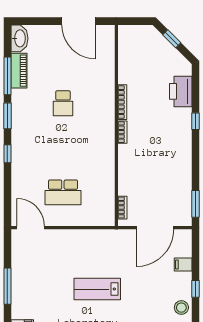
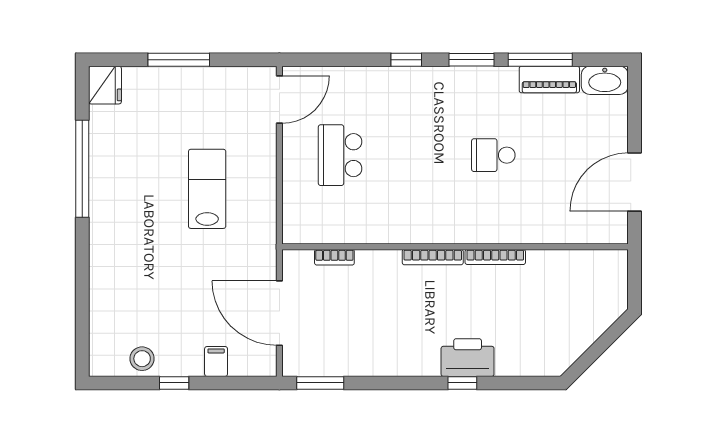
window: (172, 39) -> (604, 342), removed
printer: (181, 91) -> (468, 358), moved
bookcase: (122, 132) -> (433, 257), width x1.56
bookcase: (122, 208) -> (334, 257), moved
lab bench: (97, 289) -> (207, 189), moved

